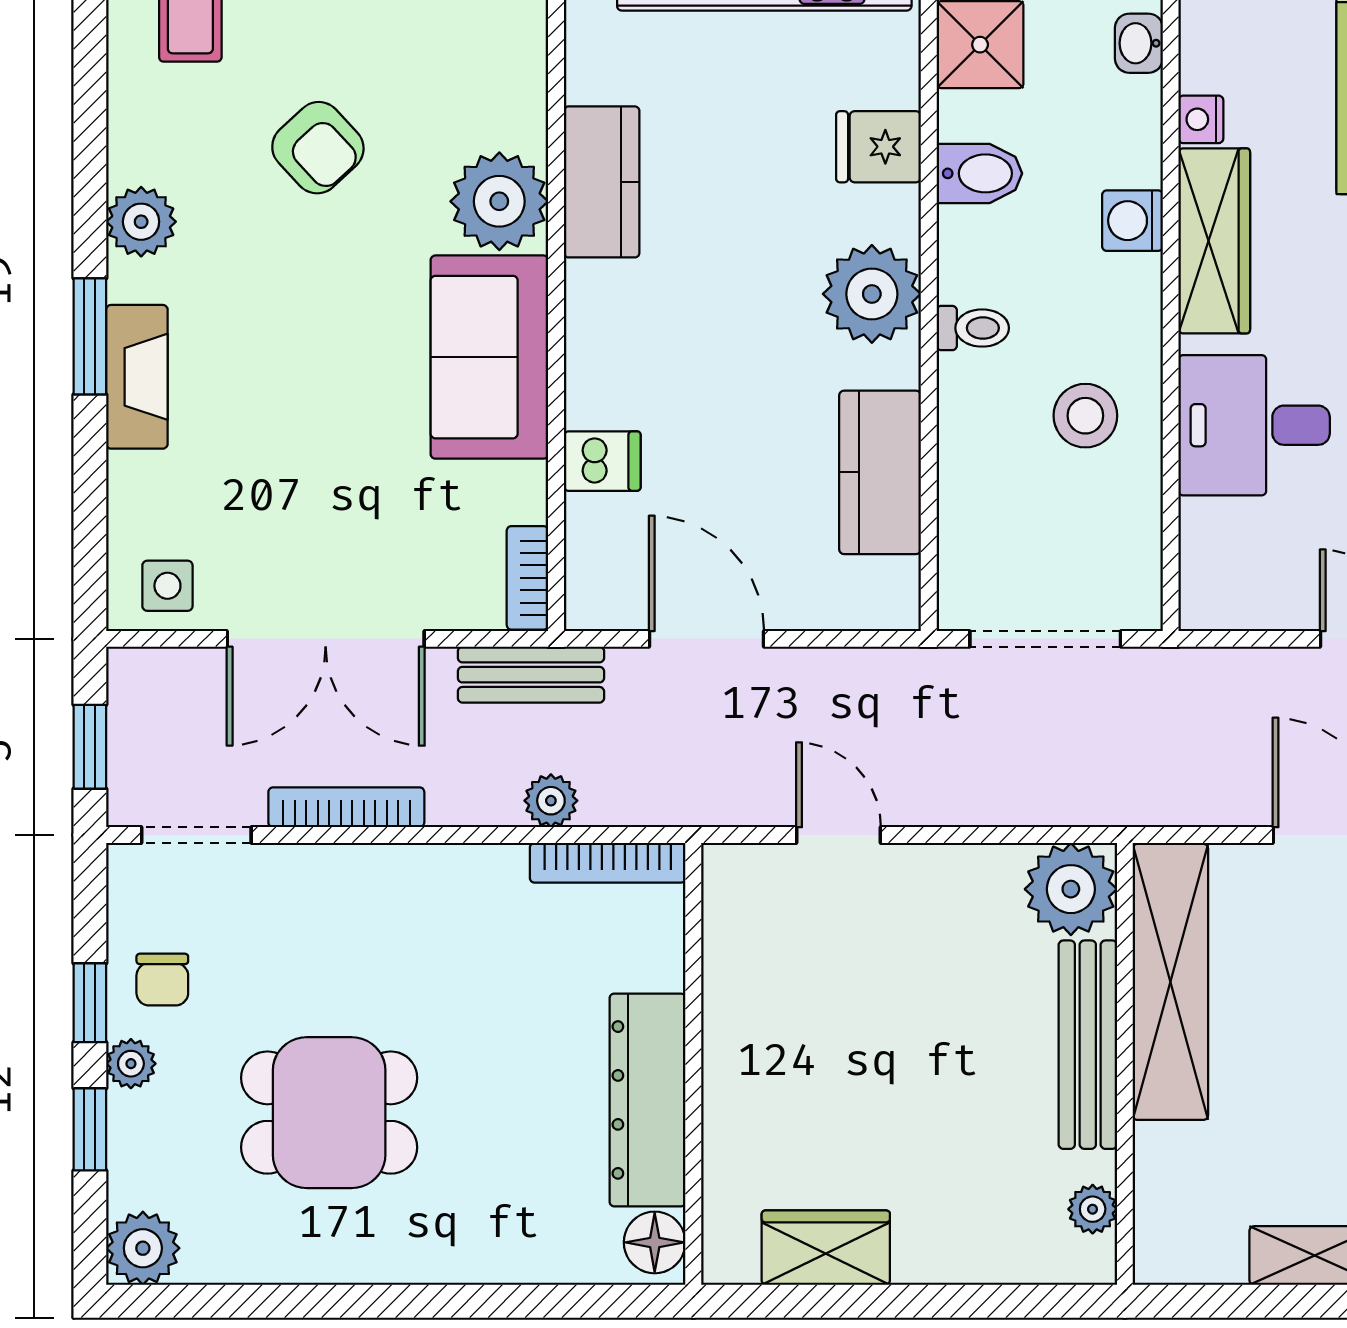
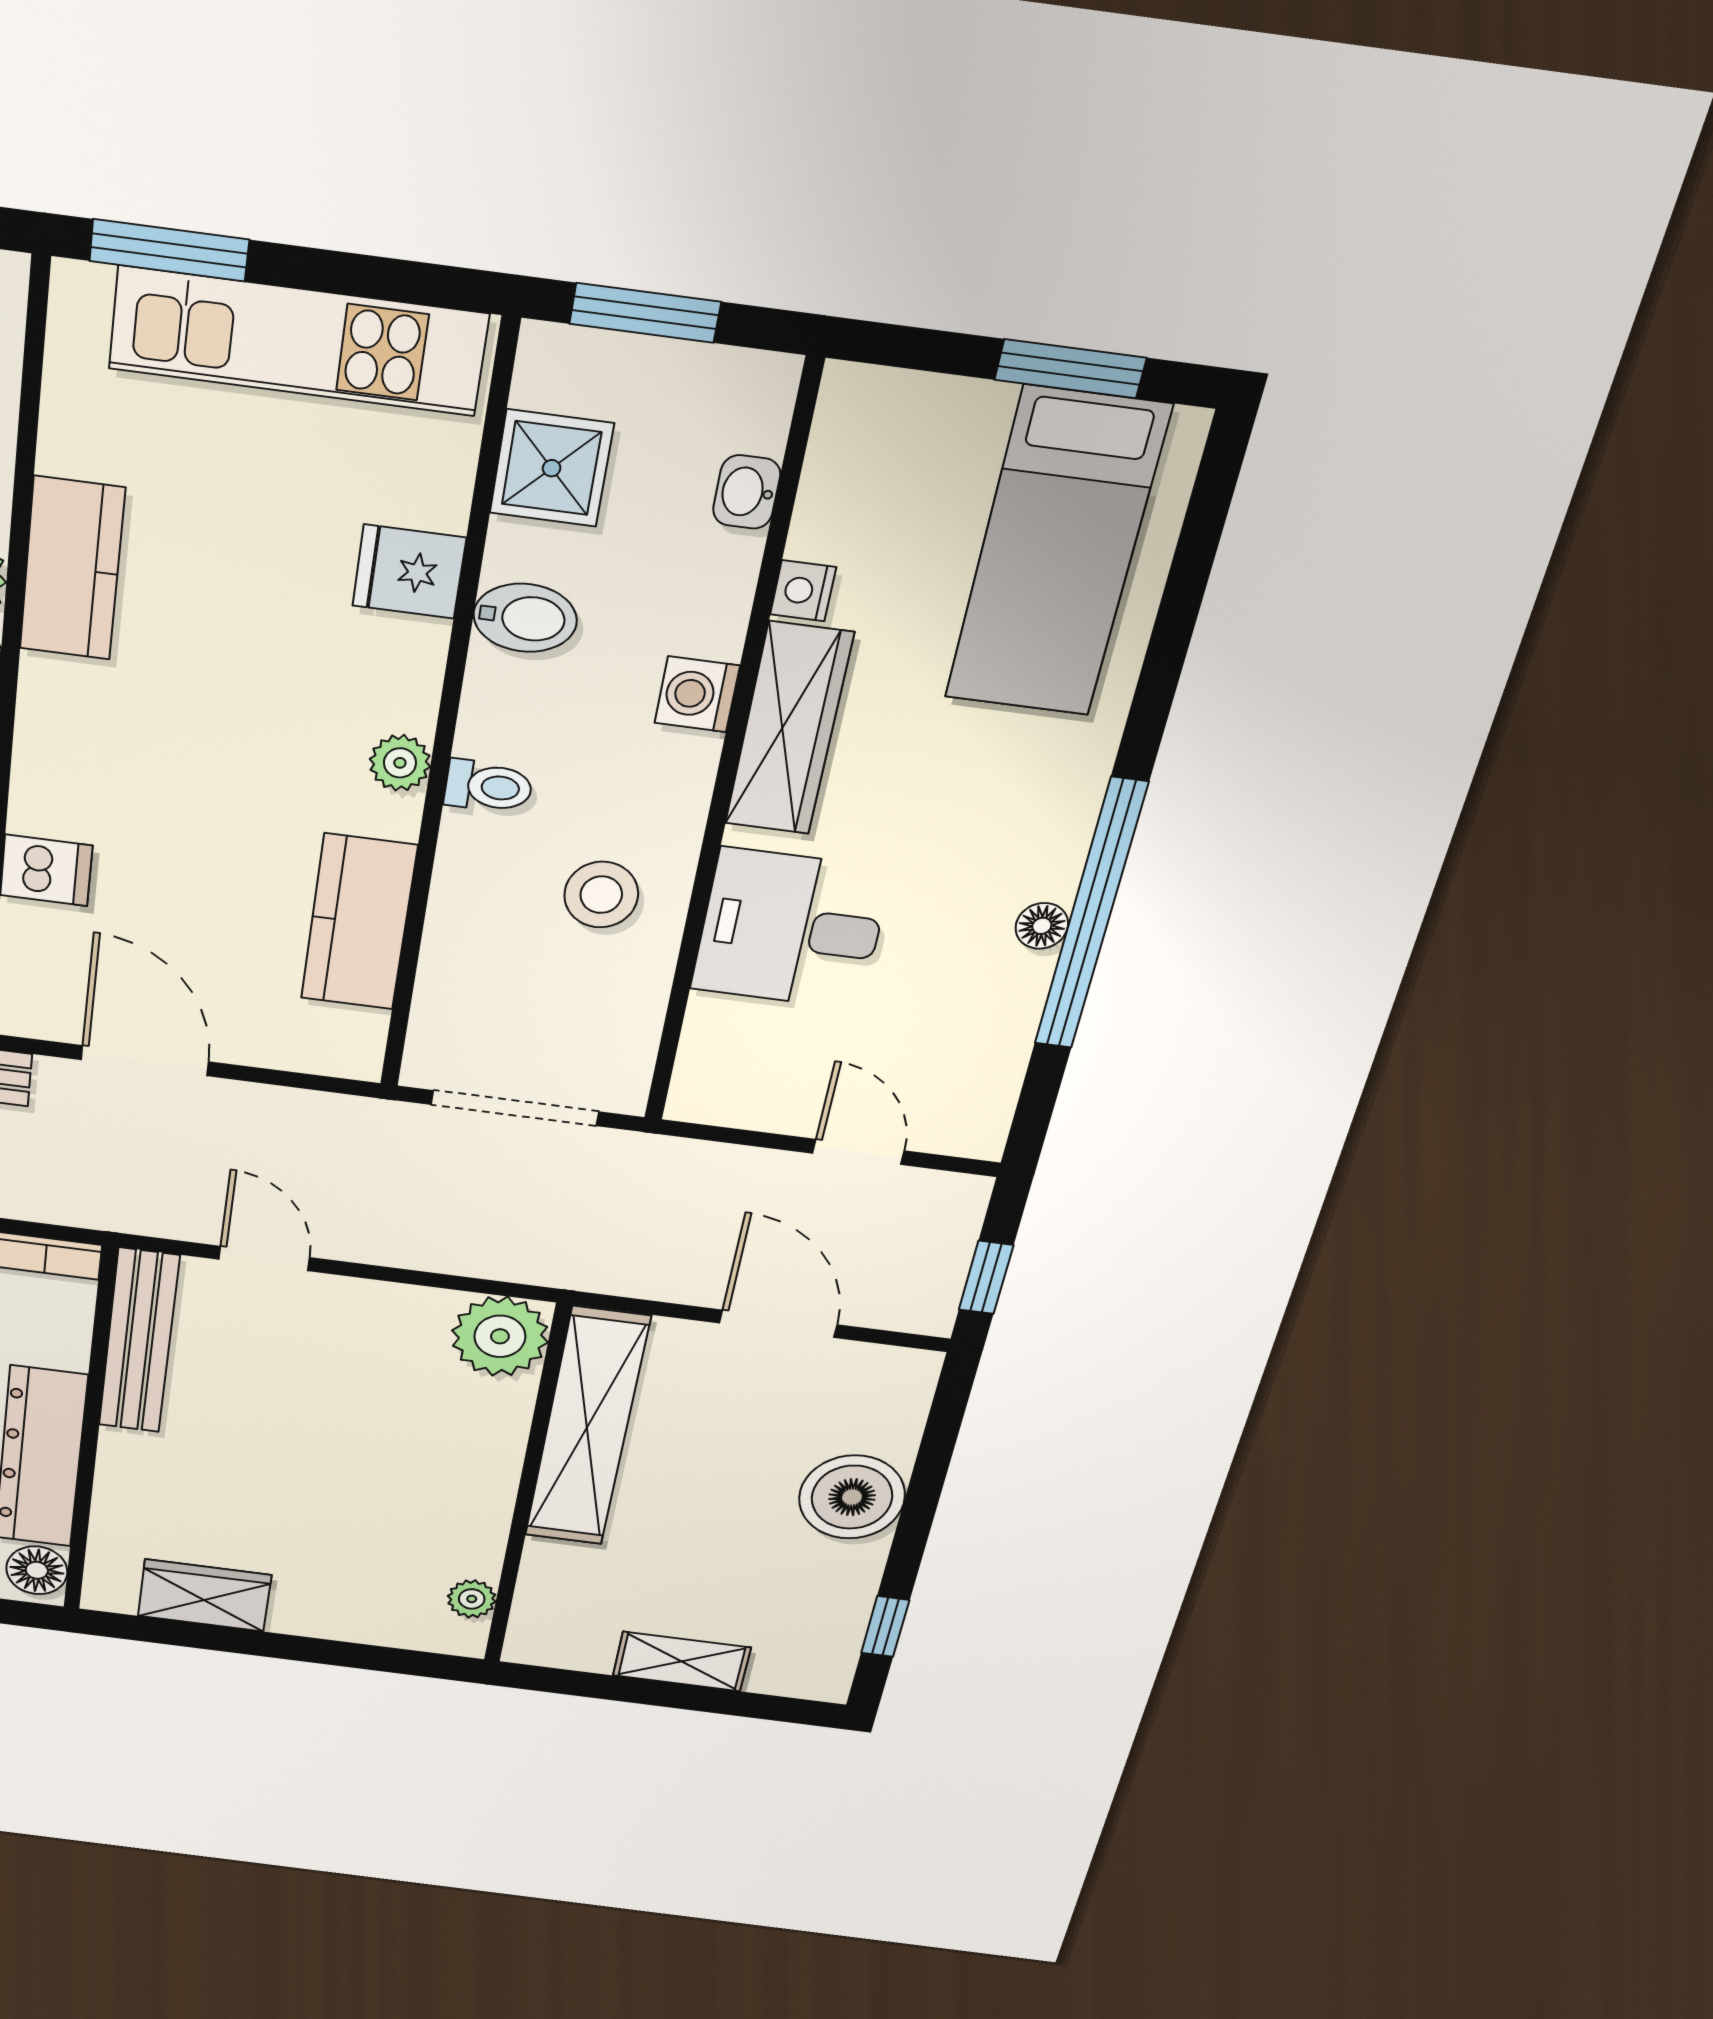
plant: (872, 294) -> (400, 763), width x0.53, depth x0.53
bench: (1088, 1045) -> (139, 1341), moved

